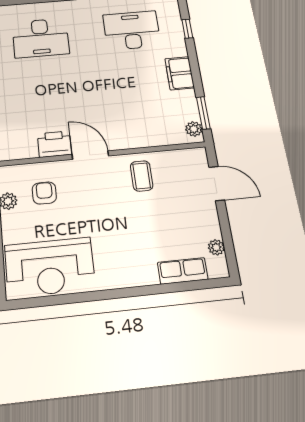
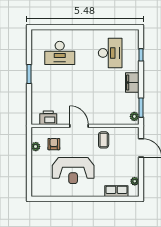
desk: (132, 30) -> (110, 53), turned 90
printer: (55, 144) -> (48, 118), moved
reception desk: (50, 267) -> (73, 171), moved

